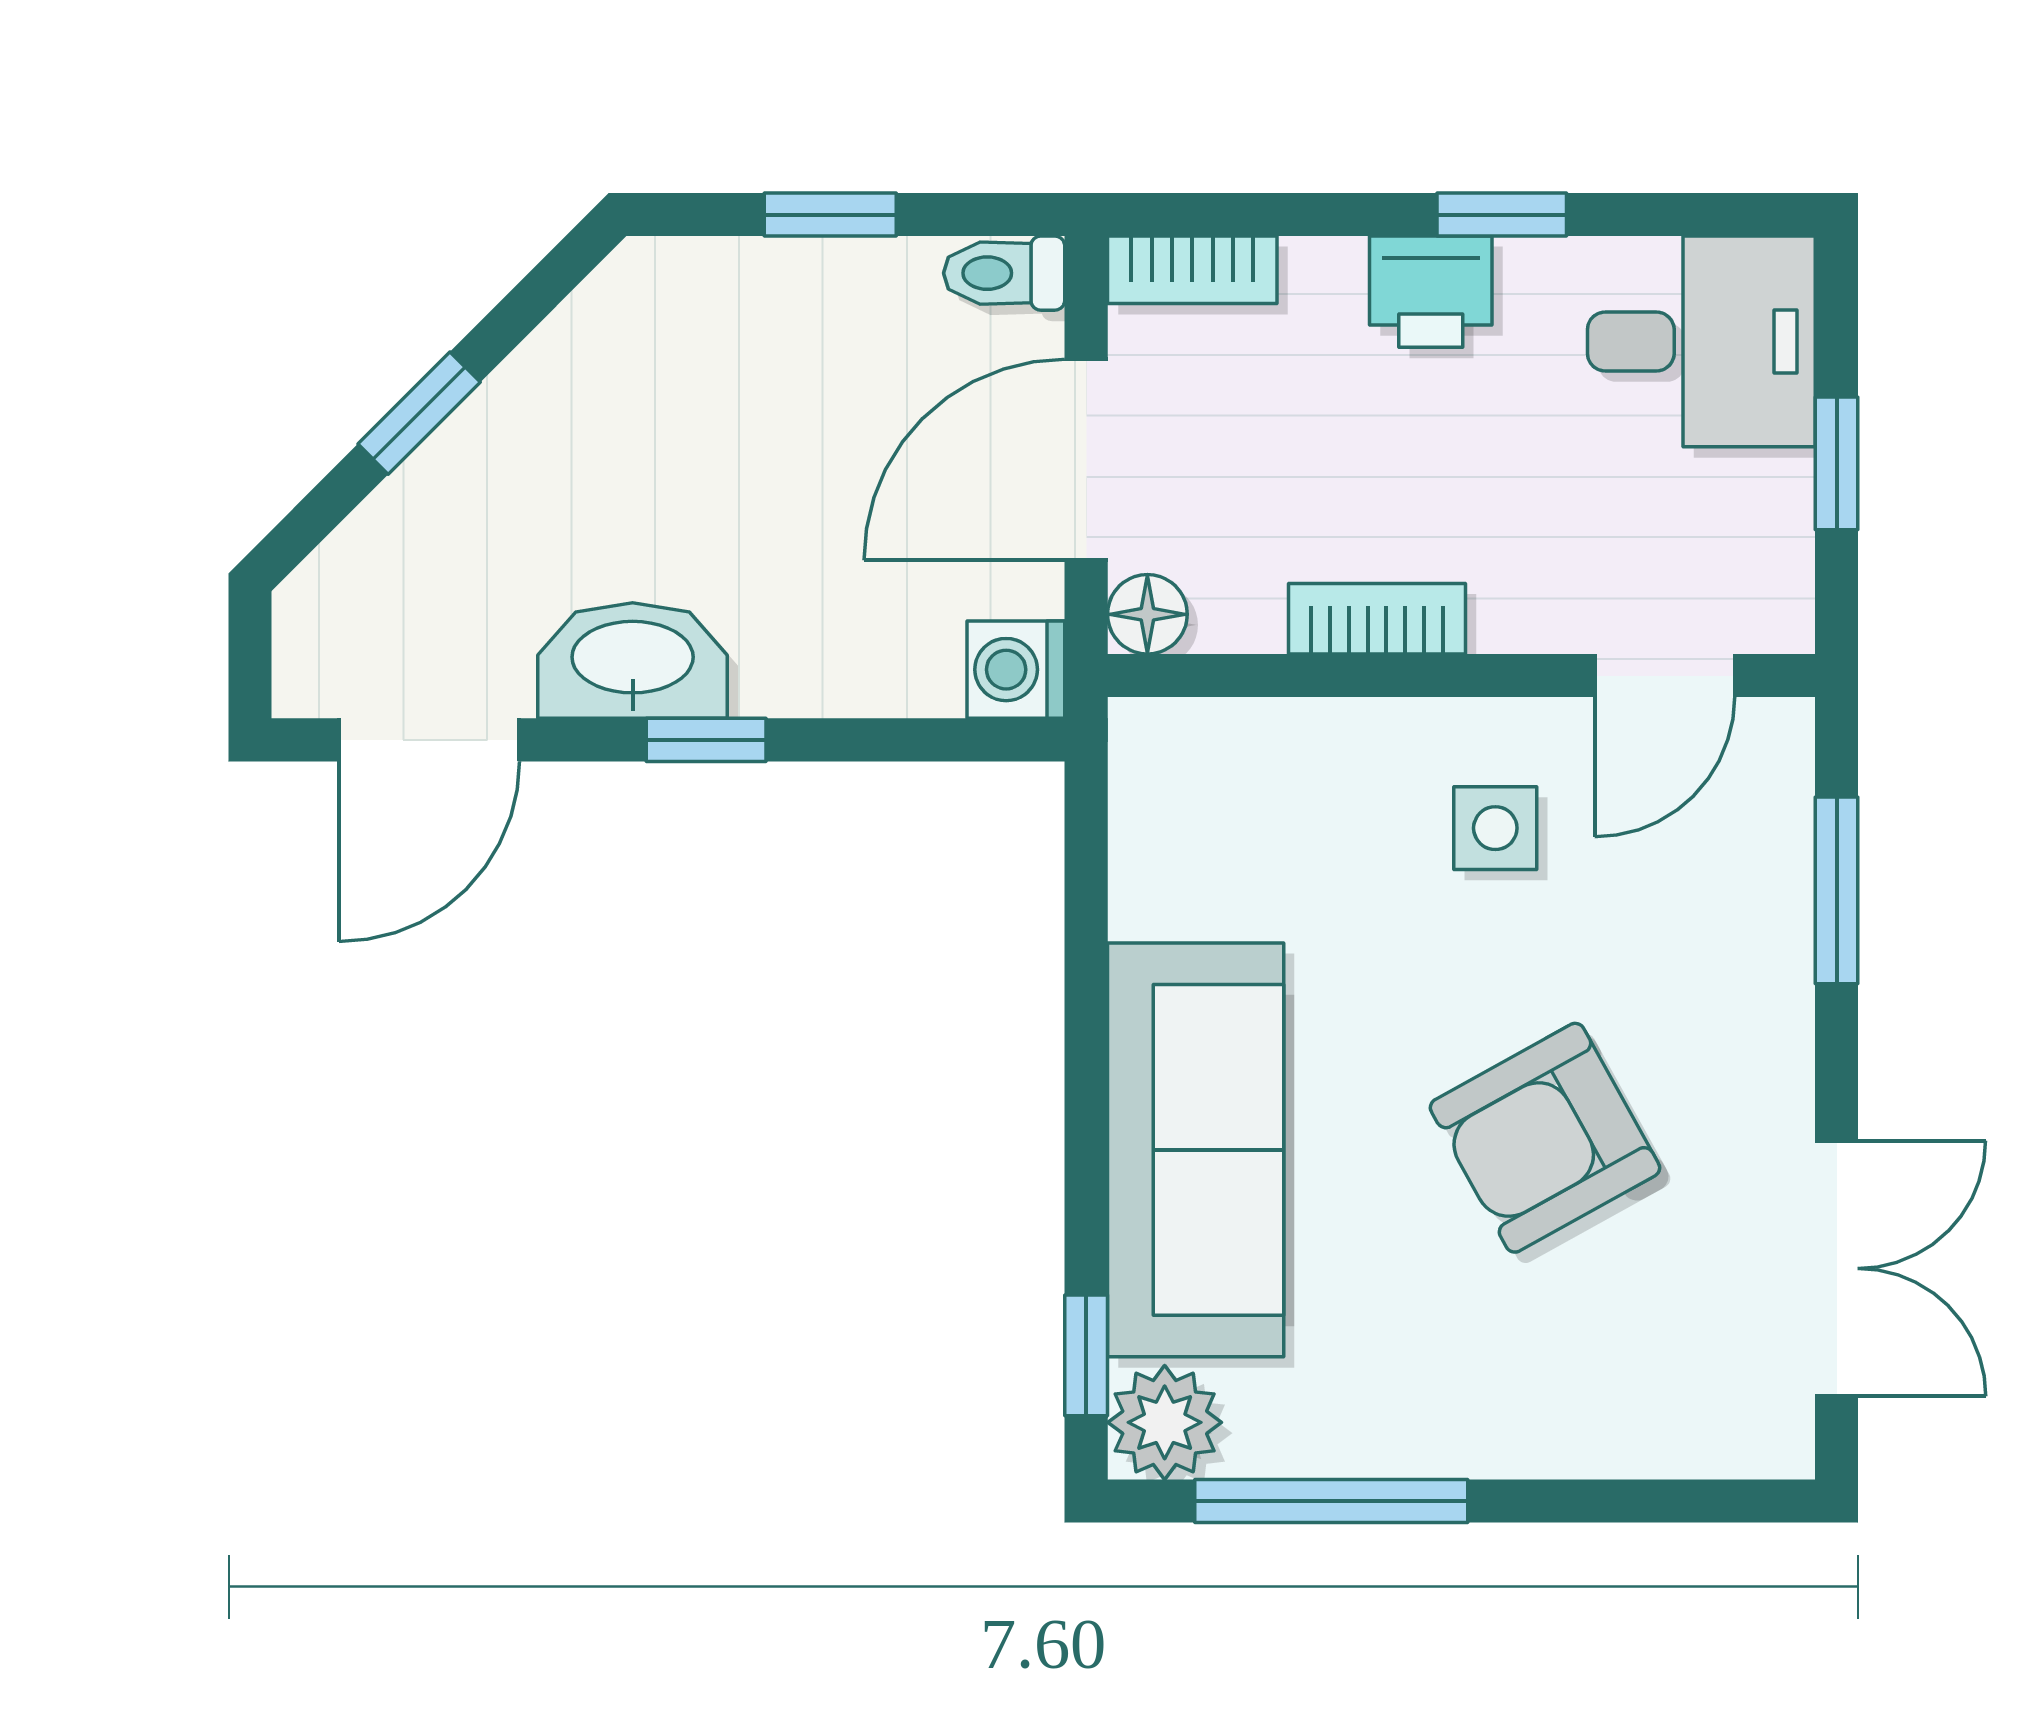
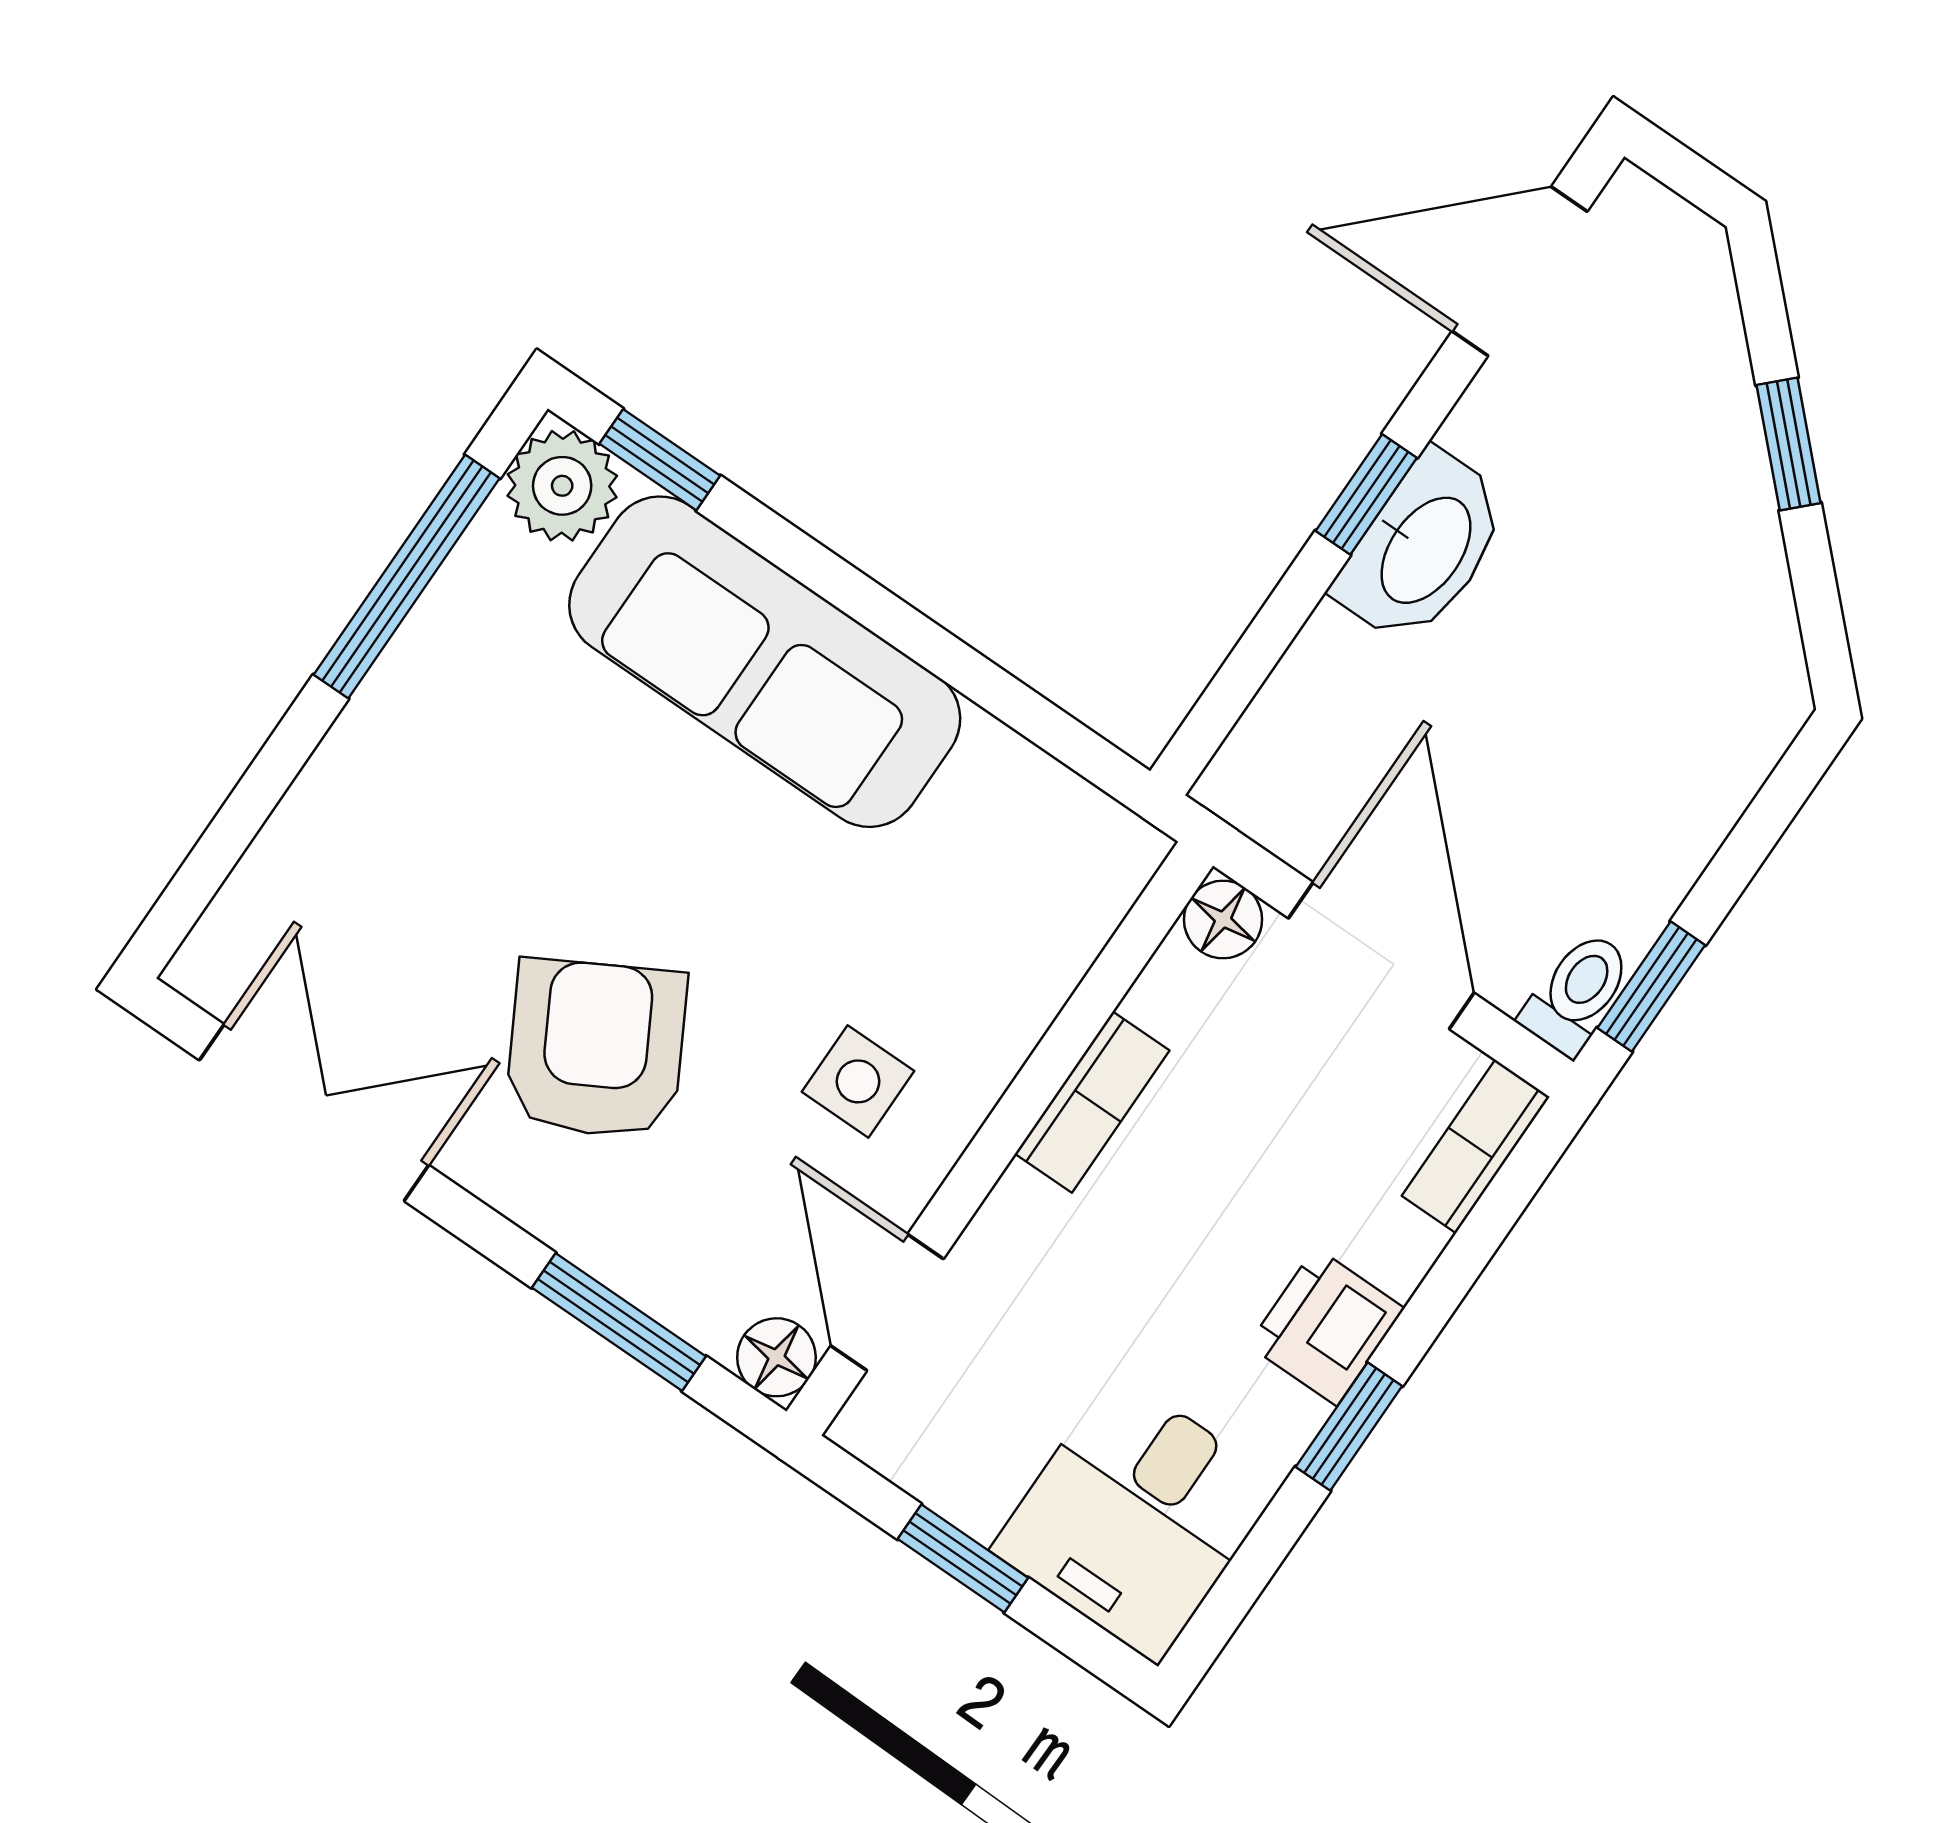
window: (830, 215) -> (1651, 986), moved
washbasin: (633, 661) -> (1423, 548), moved
washing machine: (1016, 670) -> (1251, 783), removed
floor lamp: (1775, 737) -> (776, 1357), added
door: (429, 740) -> (1520, 271), hinge flipped
armchair: (1545, 1138) -> (596, 1049), moved
double door: (1837, 1268) -> (314, 1113), swing flipped

